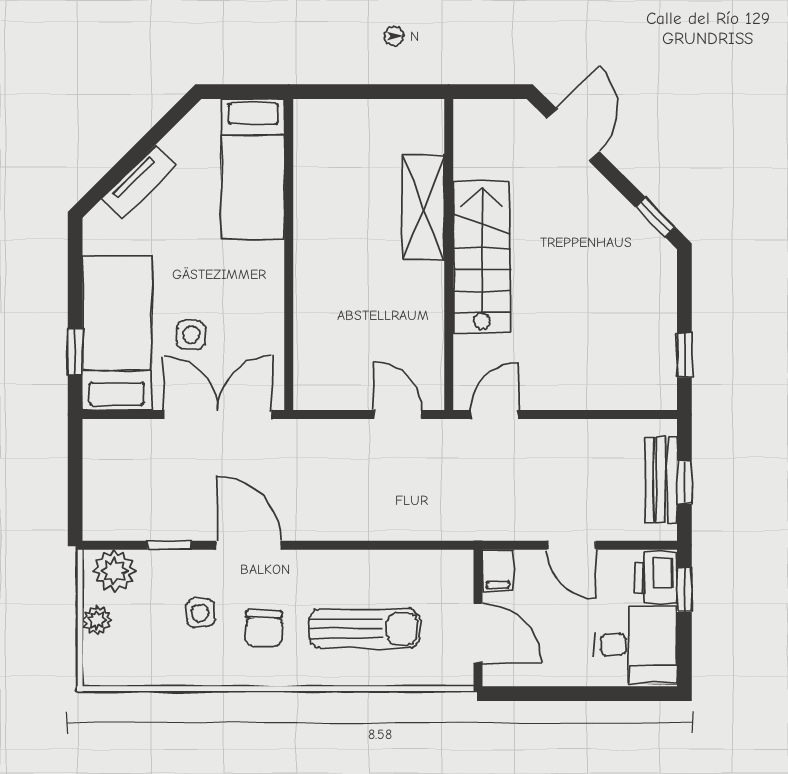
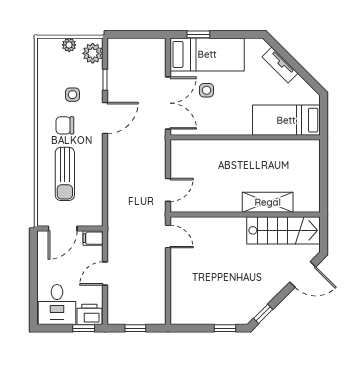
stairs: (482, 257) -> (284, 230), moved
window: (684, 355) -> (225, 328), moved
bench: (661, 480) -> (137, 317), removed

